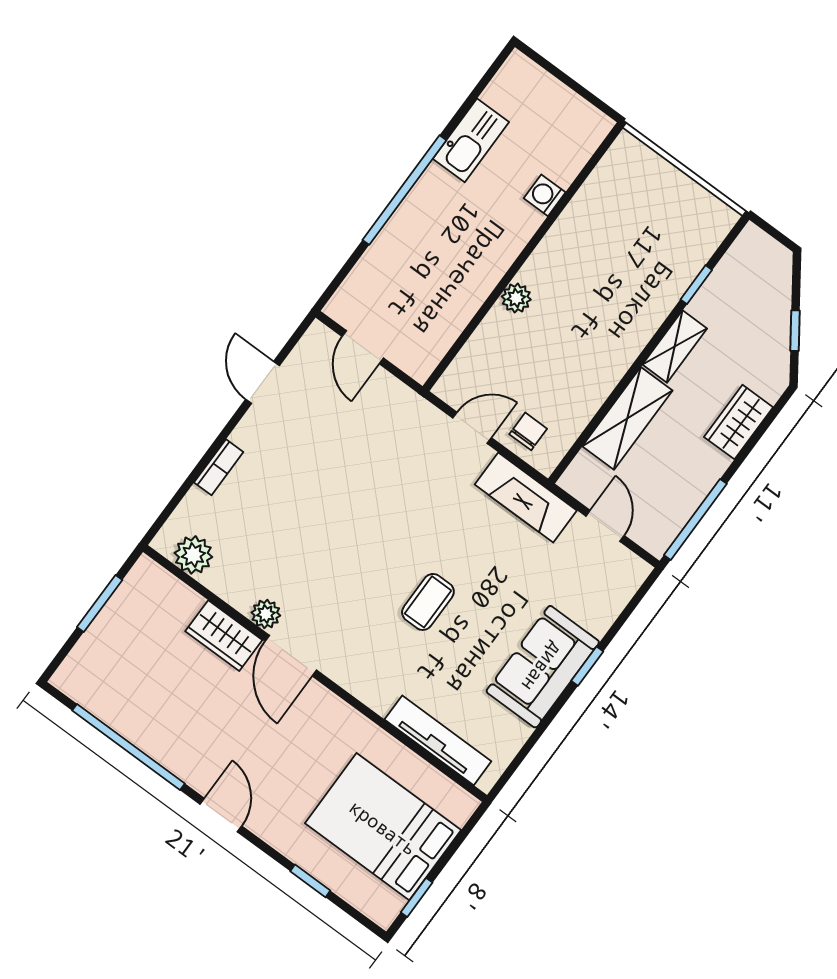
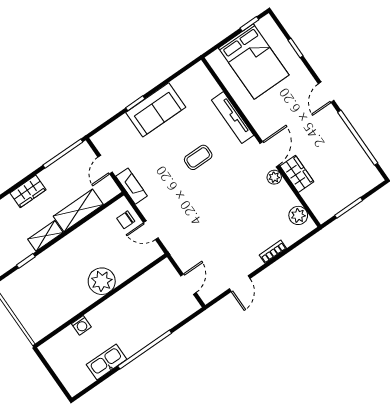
plant: (516, 298) -> (102, 281), width x1.88, depth x1.88
fireplace: (526, 497) -> (132, 186), width x0.73, depth x0.76
tv unit: (438, 740) -> (233, 118), moved

